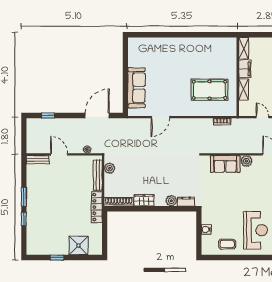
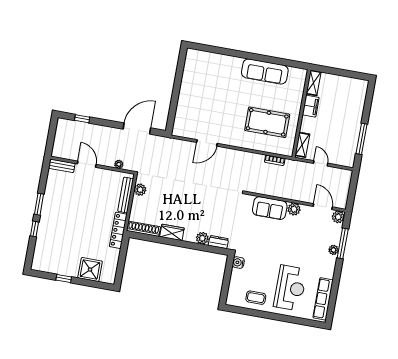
sofa: (137, 88) -> (265, 71), moved, turned 90
shelving: (244, 89) -> (302, 145), moved
water cooler: (206, 230) -> (238, 263), moved

